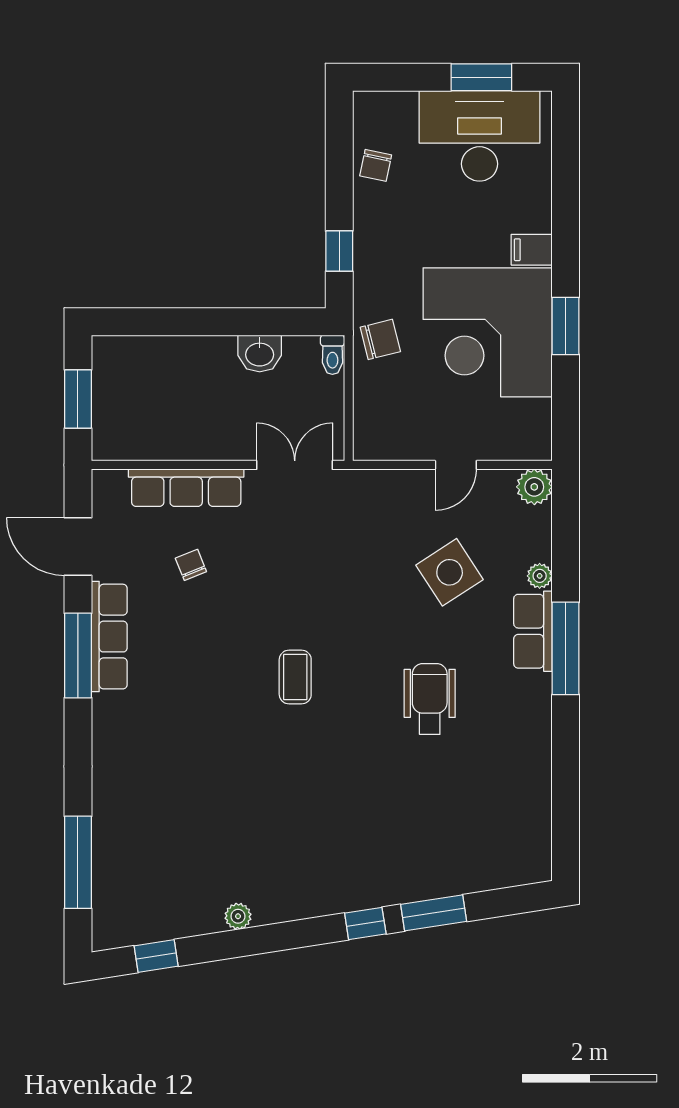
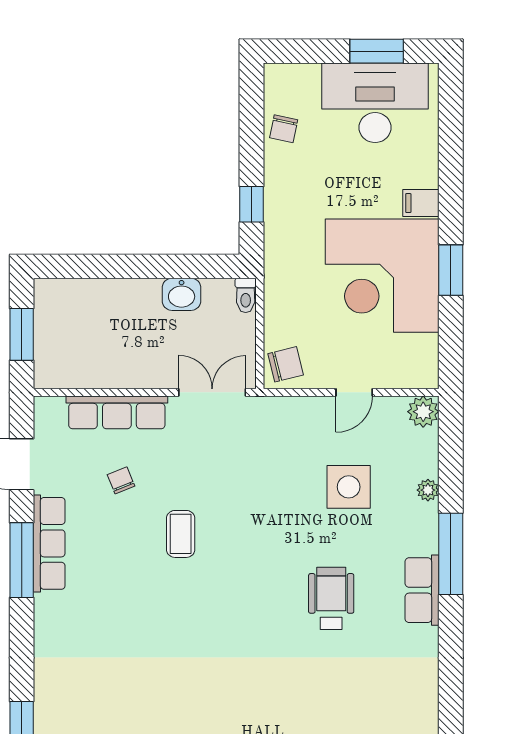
chair: (380, 339) -> (286, 364), moved
side table: (450, 572) -> (349, 487), turned 33
row of seats: (533, 631) -> (422, 590), moved
coffee table: (295, 677) -> (181, 534), moved

